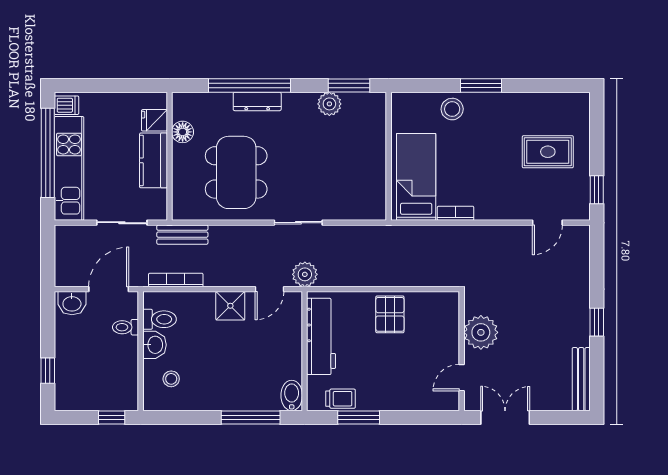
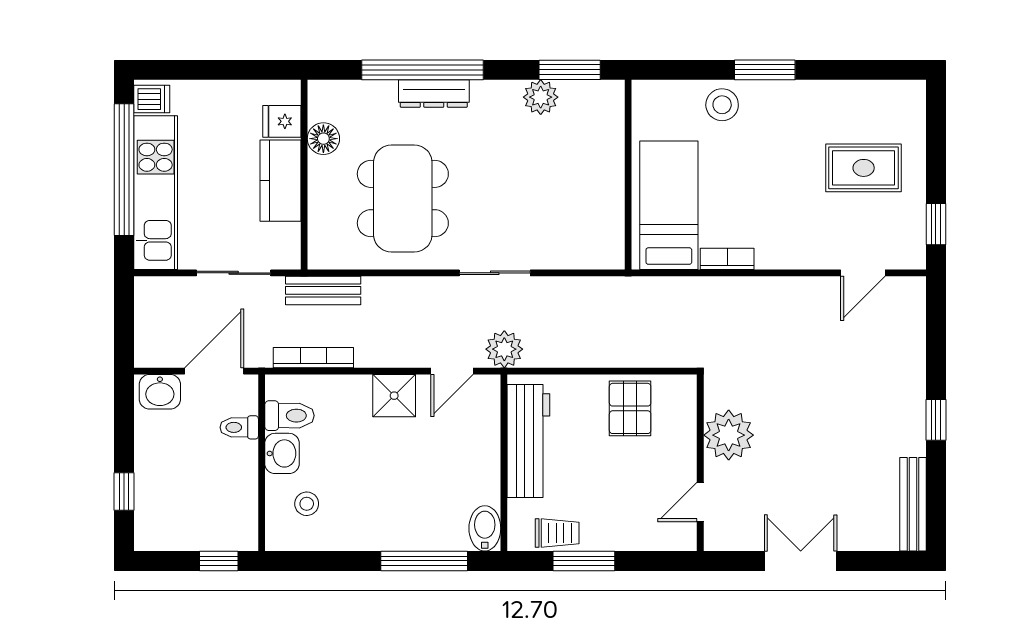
plant: (481, 332) -> (729, 435), moved
wall: (462, 351) -> (700, 463), moved
door: (462, 378) -> (700, 502), moved

